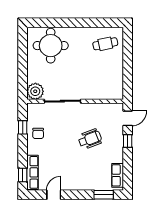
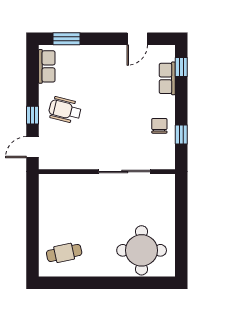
plant: (35, 91) -> (163, 186), removed
wheelchair: (90, 139) -> (65, 110), moved, turned 35
row of seats: (33, 172) -> (167, 78), width x0.68

